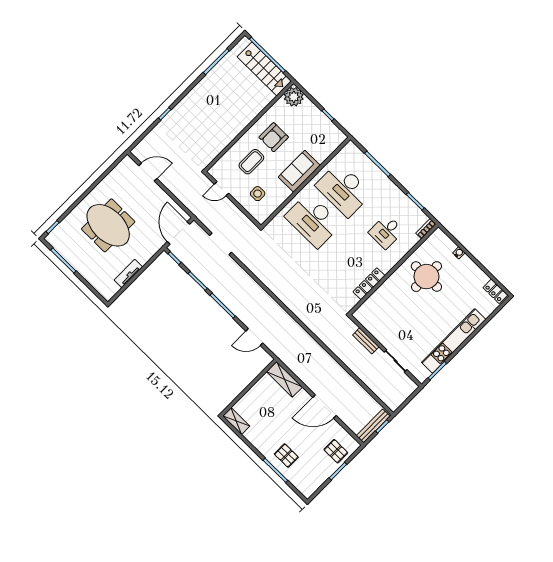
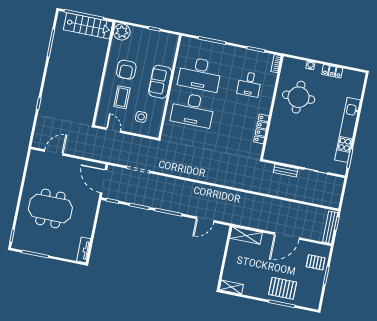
door: (222, 189) -> (113, 130), swing flipped
tv unit: (128, 274) -> (84, 250), moved
locker: (495, 291) -> (332, 71), moved
pallet: (286, 456) -> (283, 288), width x1.50, depth x1.42

